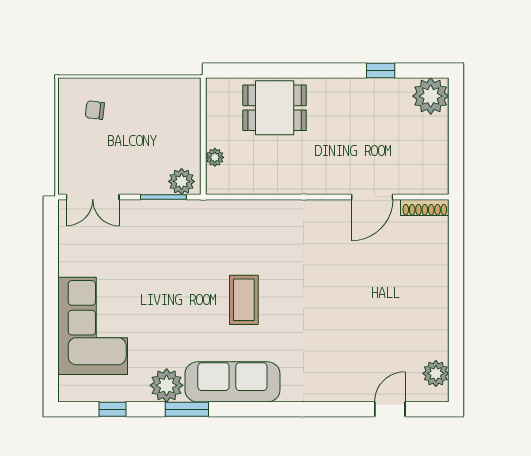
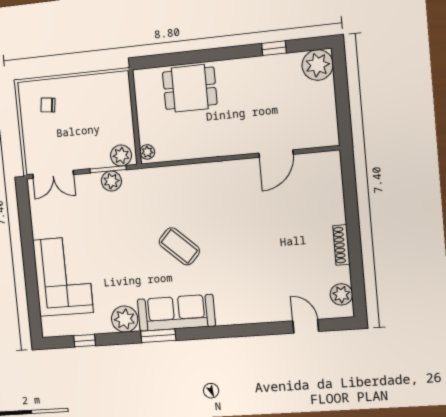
plant: (215, 157) -> (147, 152), moved
shoe rack: (425, 208) -> (341, 245), moved, turned 90
plant: (166, 212) -> (111, 181), added
coffee table: (244, 300) -> (179, 246), turned -47
window: (187, 409) -> (158, 336), moved
door: (390, 409) -> (306, 326), hinge flipped

